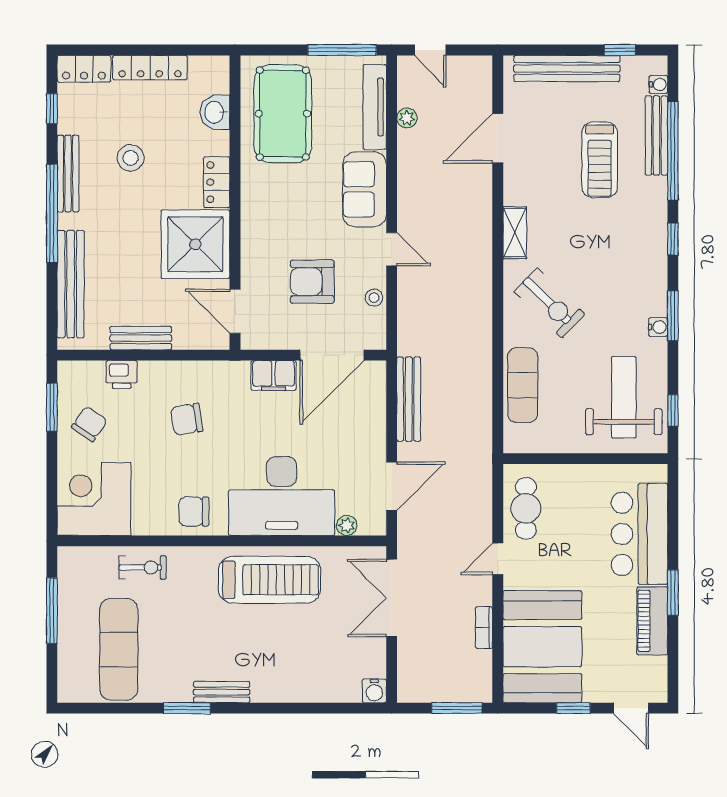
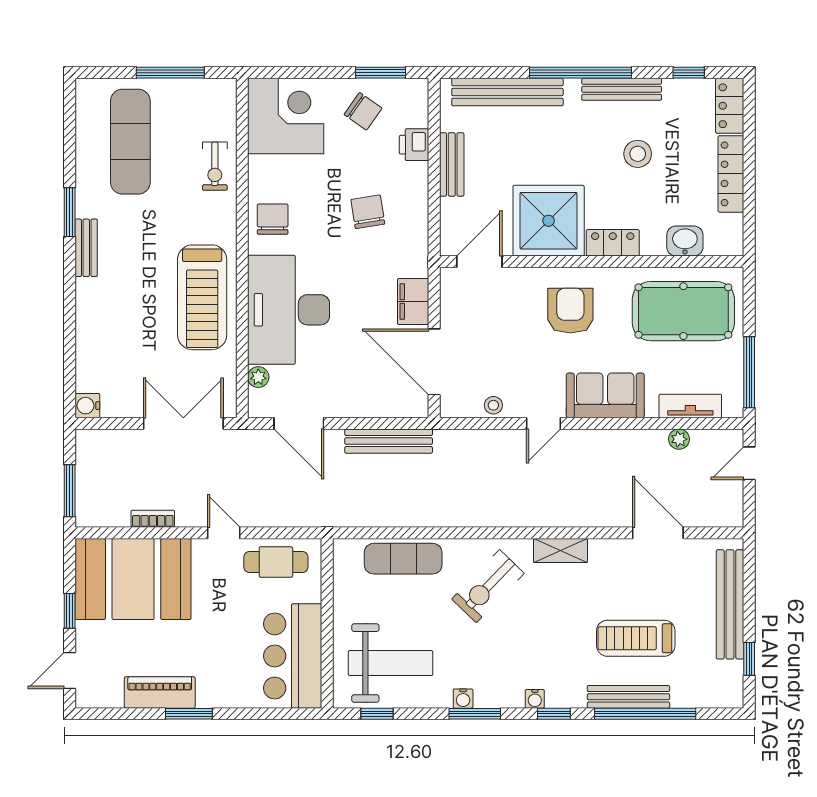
water cooler: (658, 84) -> (535, 699), moved
tv unit: (375, 107) -> (690, 406), width x0.71
bench: (656, 136) -> (628, 697), moved
armchair: (312, 282) -> (570, 311), moved
bar counter: (639, 534) -> (293, 656), moved, turned -90
exercise mat: (119, 649) -> (130, 142), turned 90

